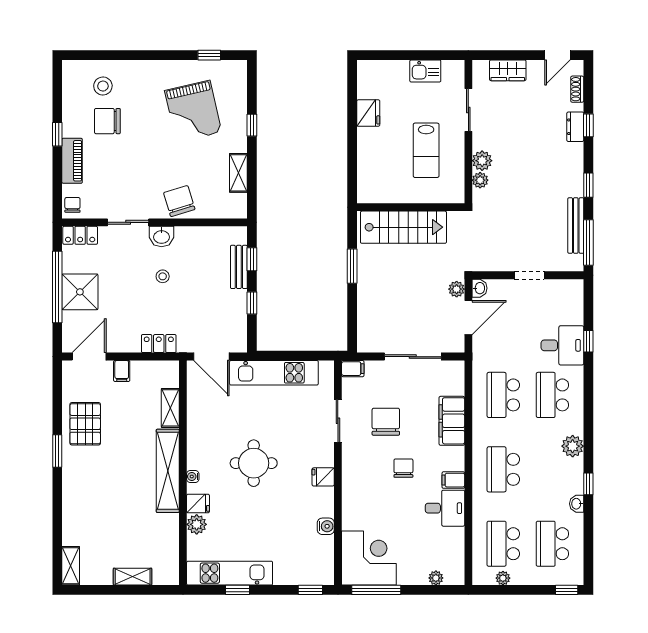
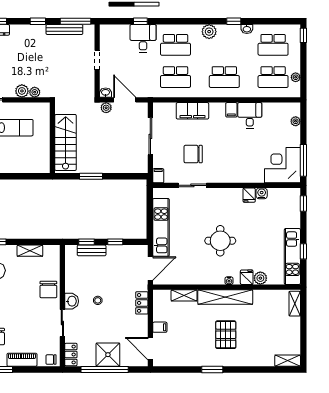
chair: (179, 201) -> (48, 290), turned -73
pallet: (85, 424) -> (226, 335), moved, turned 90
chair: (403, 468) -> (224, 143), removed
fridge: (323, 477) -> (249, 195), moved
shelving: (133, 577) -> (295, 304), moved

